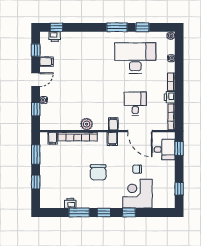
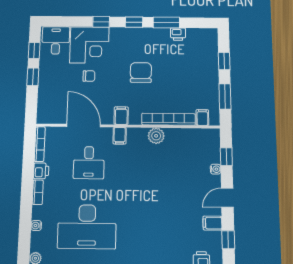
window: (179, 148) -> (33, 77), moved
desk: (164, 150) -> (56, 40), moved, turned 90

